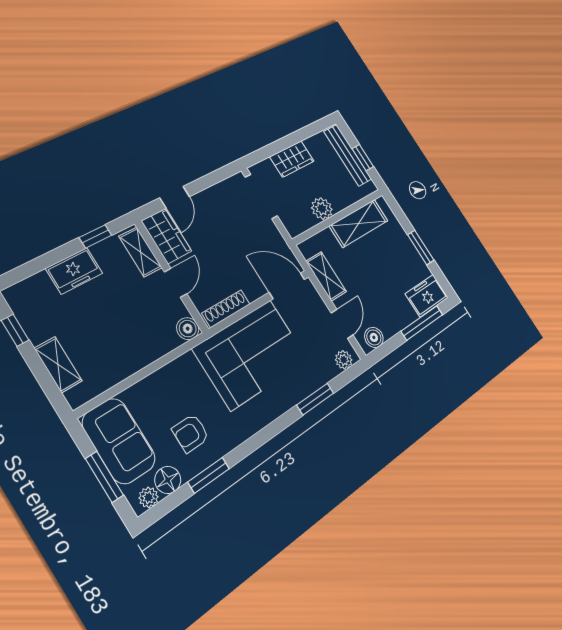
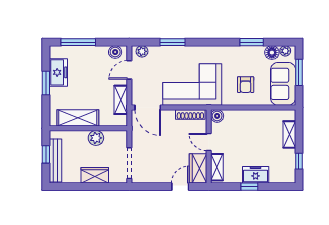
window: (95, 236) -> (249, 187), moved
door: (176, 283) -> (209, 142), hinge flipped
freezer: (427, 296) -> (58, 72), moved, turned -90
armchair: (191, 433) -> (246, 85), moved, turned 90

